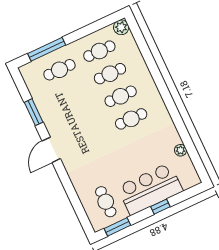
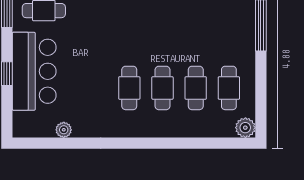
cafe table: (59, 70) -> (229, 29), removed

